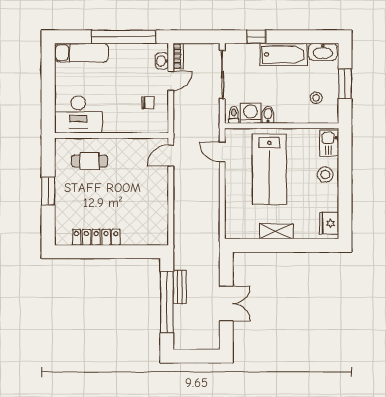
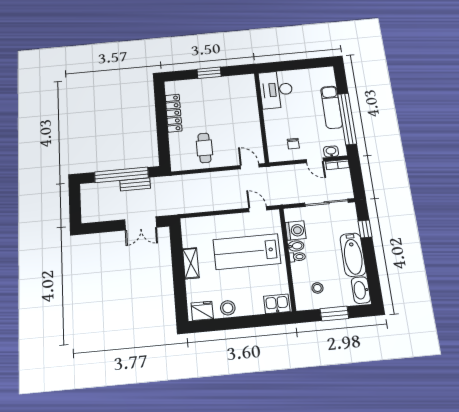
exam couch: (81, 53) -> (332, 107), moved
toilet: (234, 115) -> (297, 257), moved
door: (222, 152) -> (258, 209), hinge flipped
cafe table: (89, 161) -> (204, 148), moved
stool: (325, 175) -> (228, 308), moved
double door: (226, 304) -> (141, 223), moved

